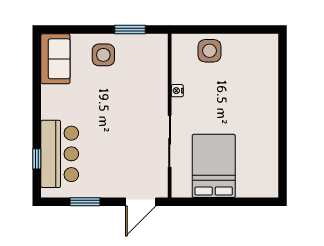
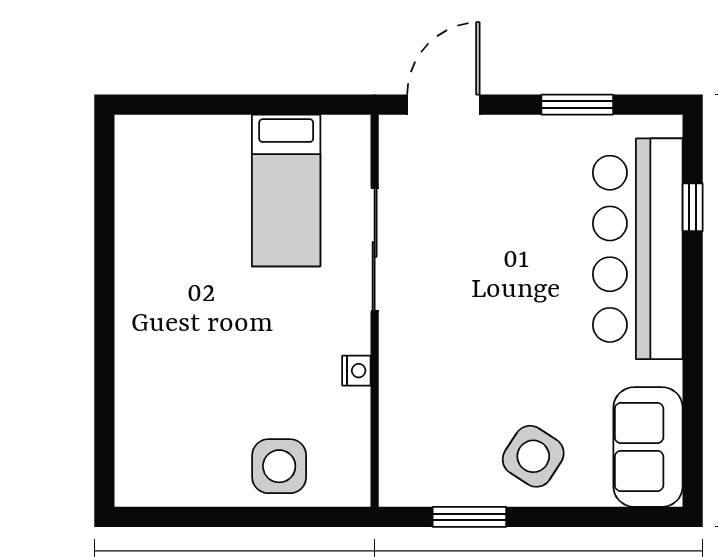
side table: (103, 55) -> (533, 456), turned 33
bar counter: (60, 154) -> (638, 249), width x1.36
bed: (214, 166) -> (286, 191), width x0.67

